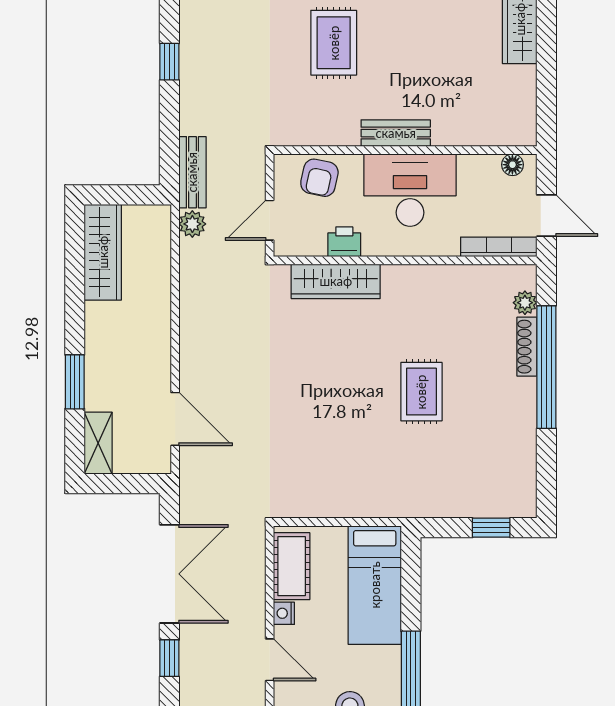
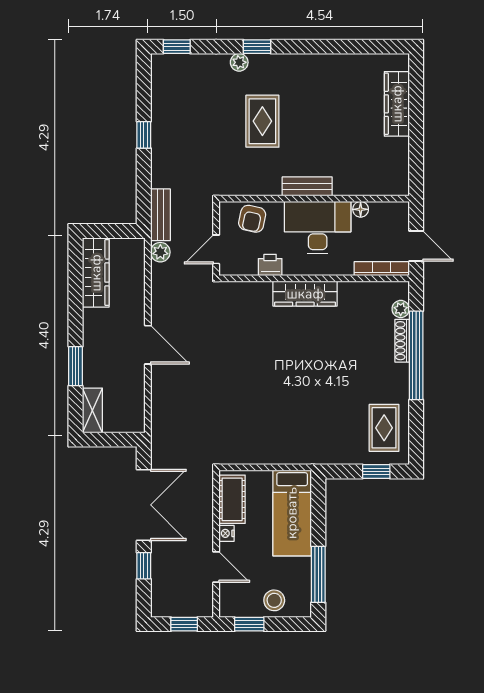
floor lamp: (512, 165) -> (361, 209), moved
wardrobe: (336, 281) -> (305, 294), moved
rug: (421, 392) -> (384, 428), moved
door: (175, 419) -> (148, 345), moved

